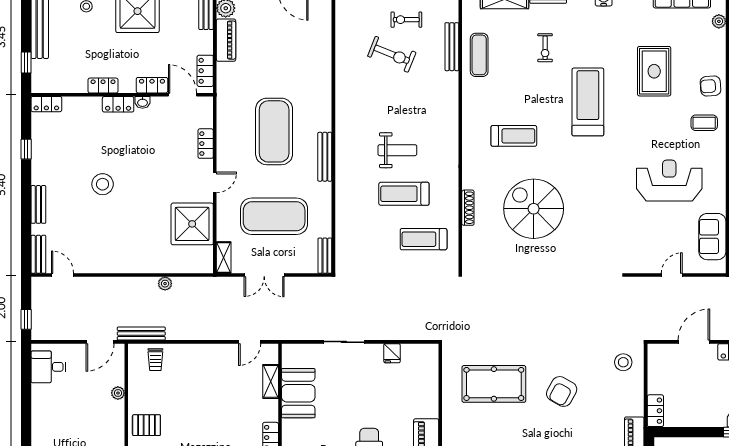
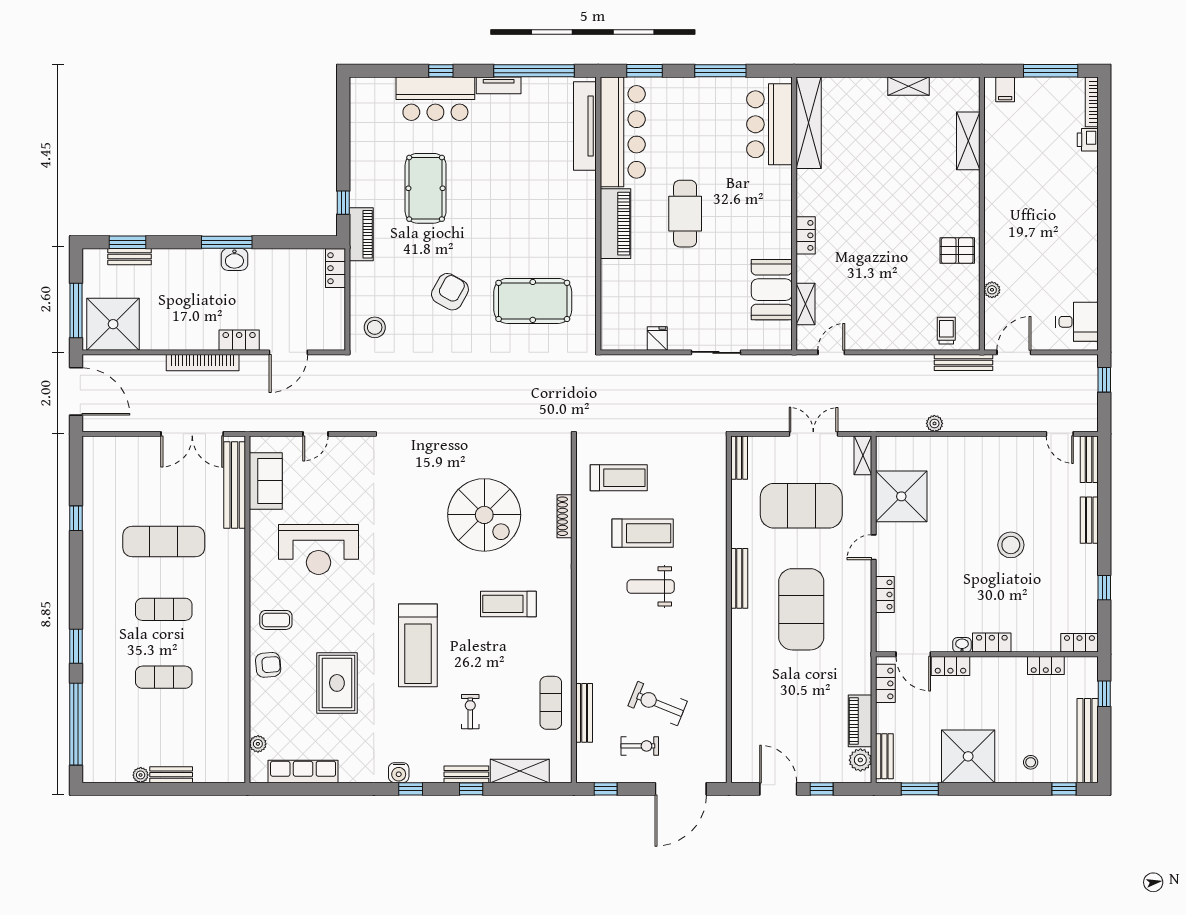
locker: (103, 86) -> (1046, 665), moved

